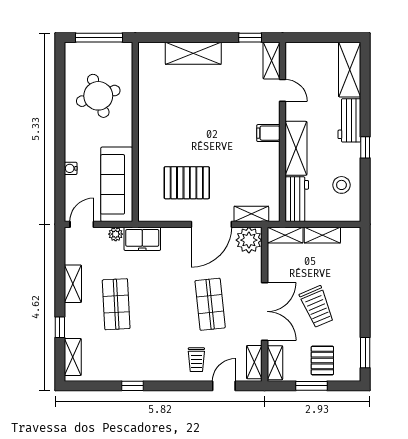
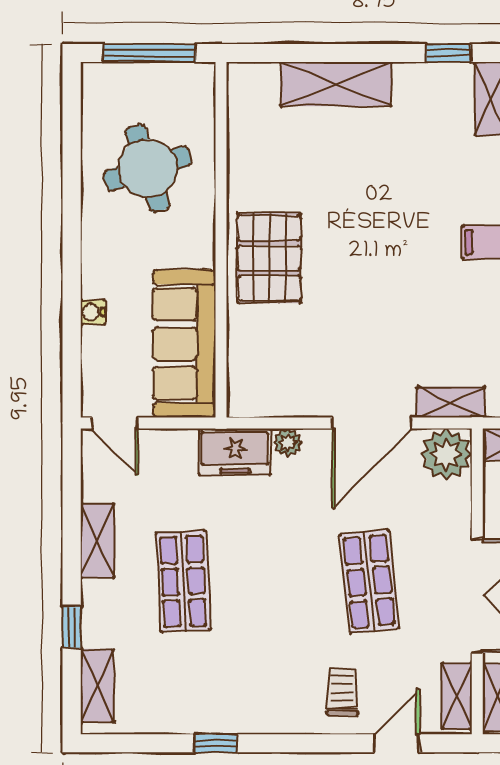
pallet: (187, 183) -> (269, 258), moved, turned 90
door: (82, 224) -> (115, 423), swing flipped
plant: (116, 234) -> (288, 442), moved
trolley: (196, 360) -> (342, 691), turned 180

